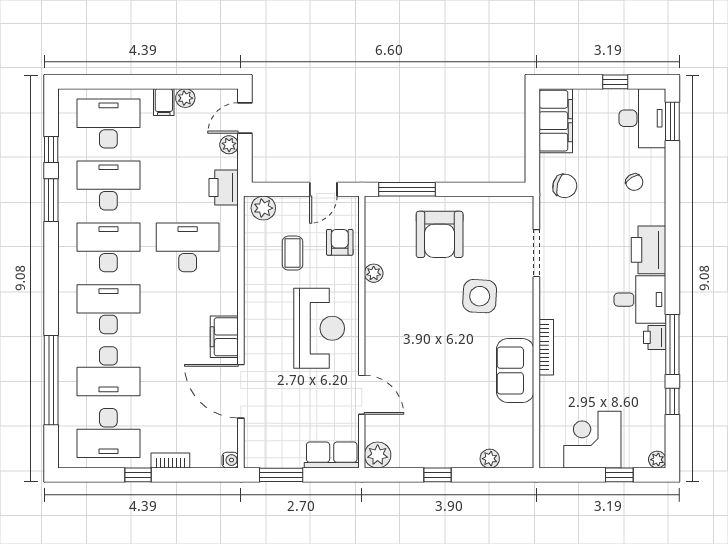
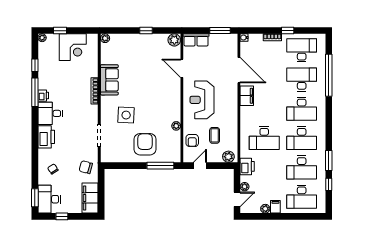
plant: (490, 459) -> (105, 38), moved

